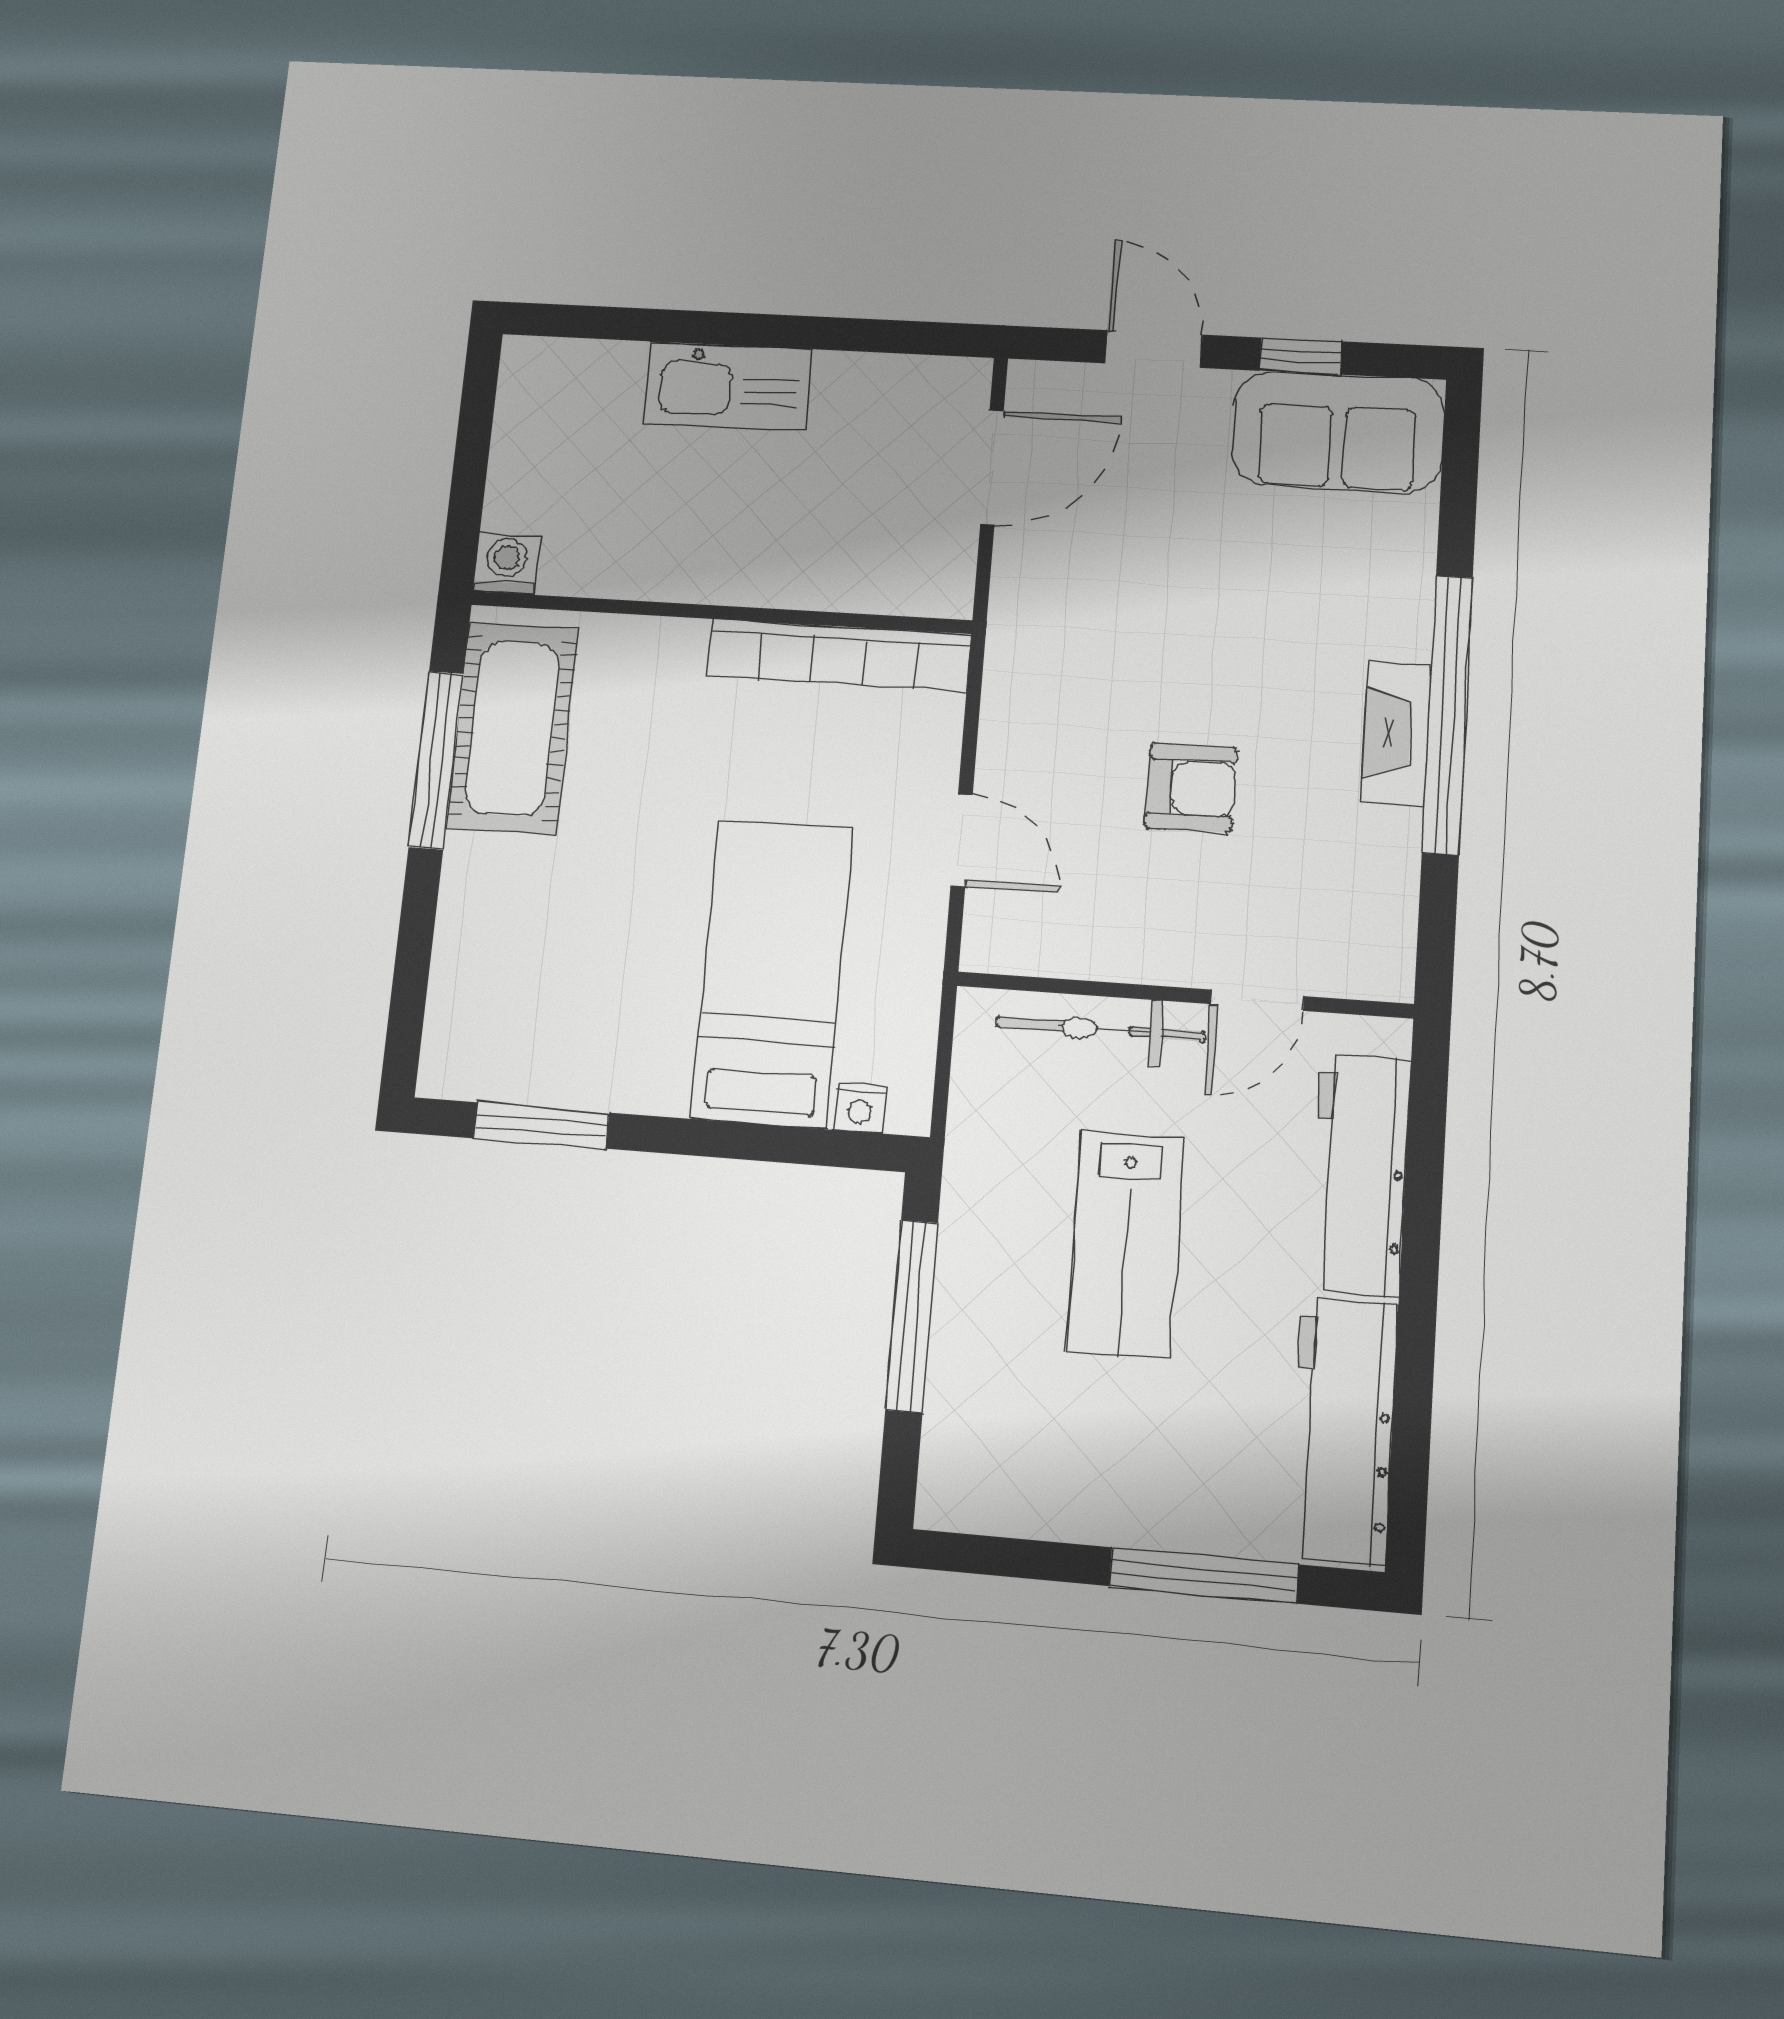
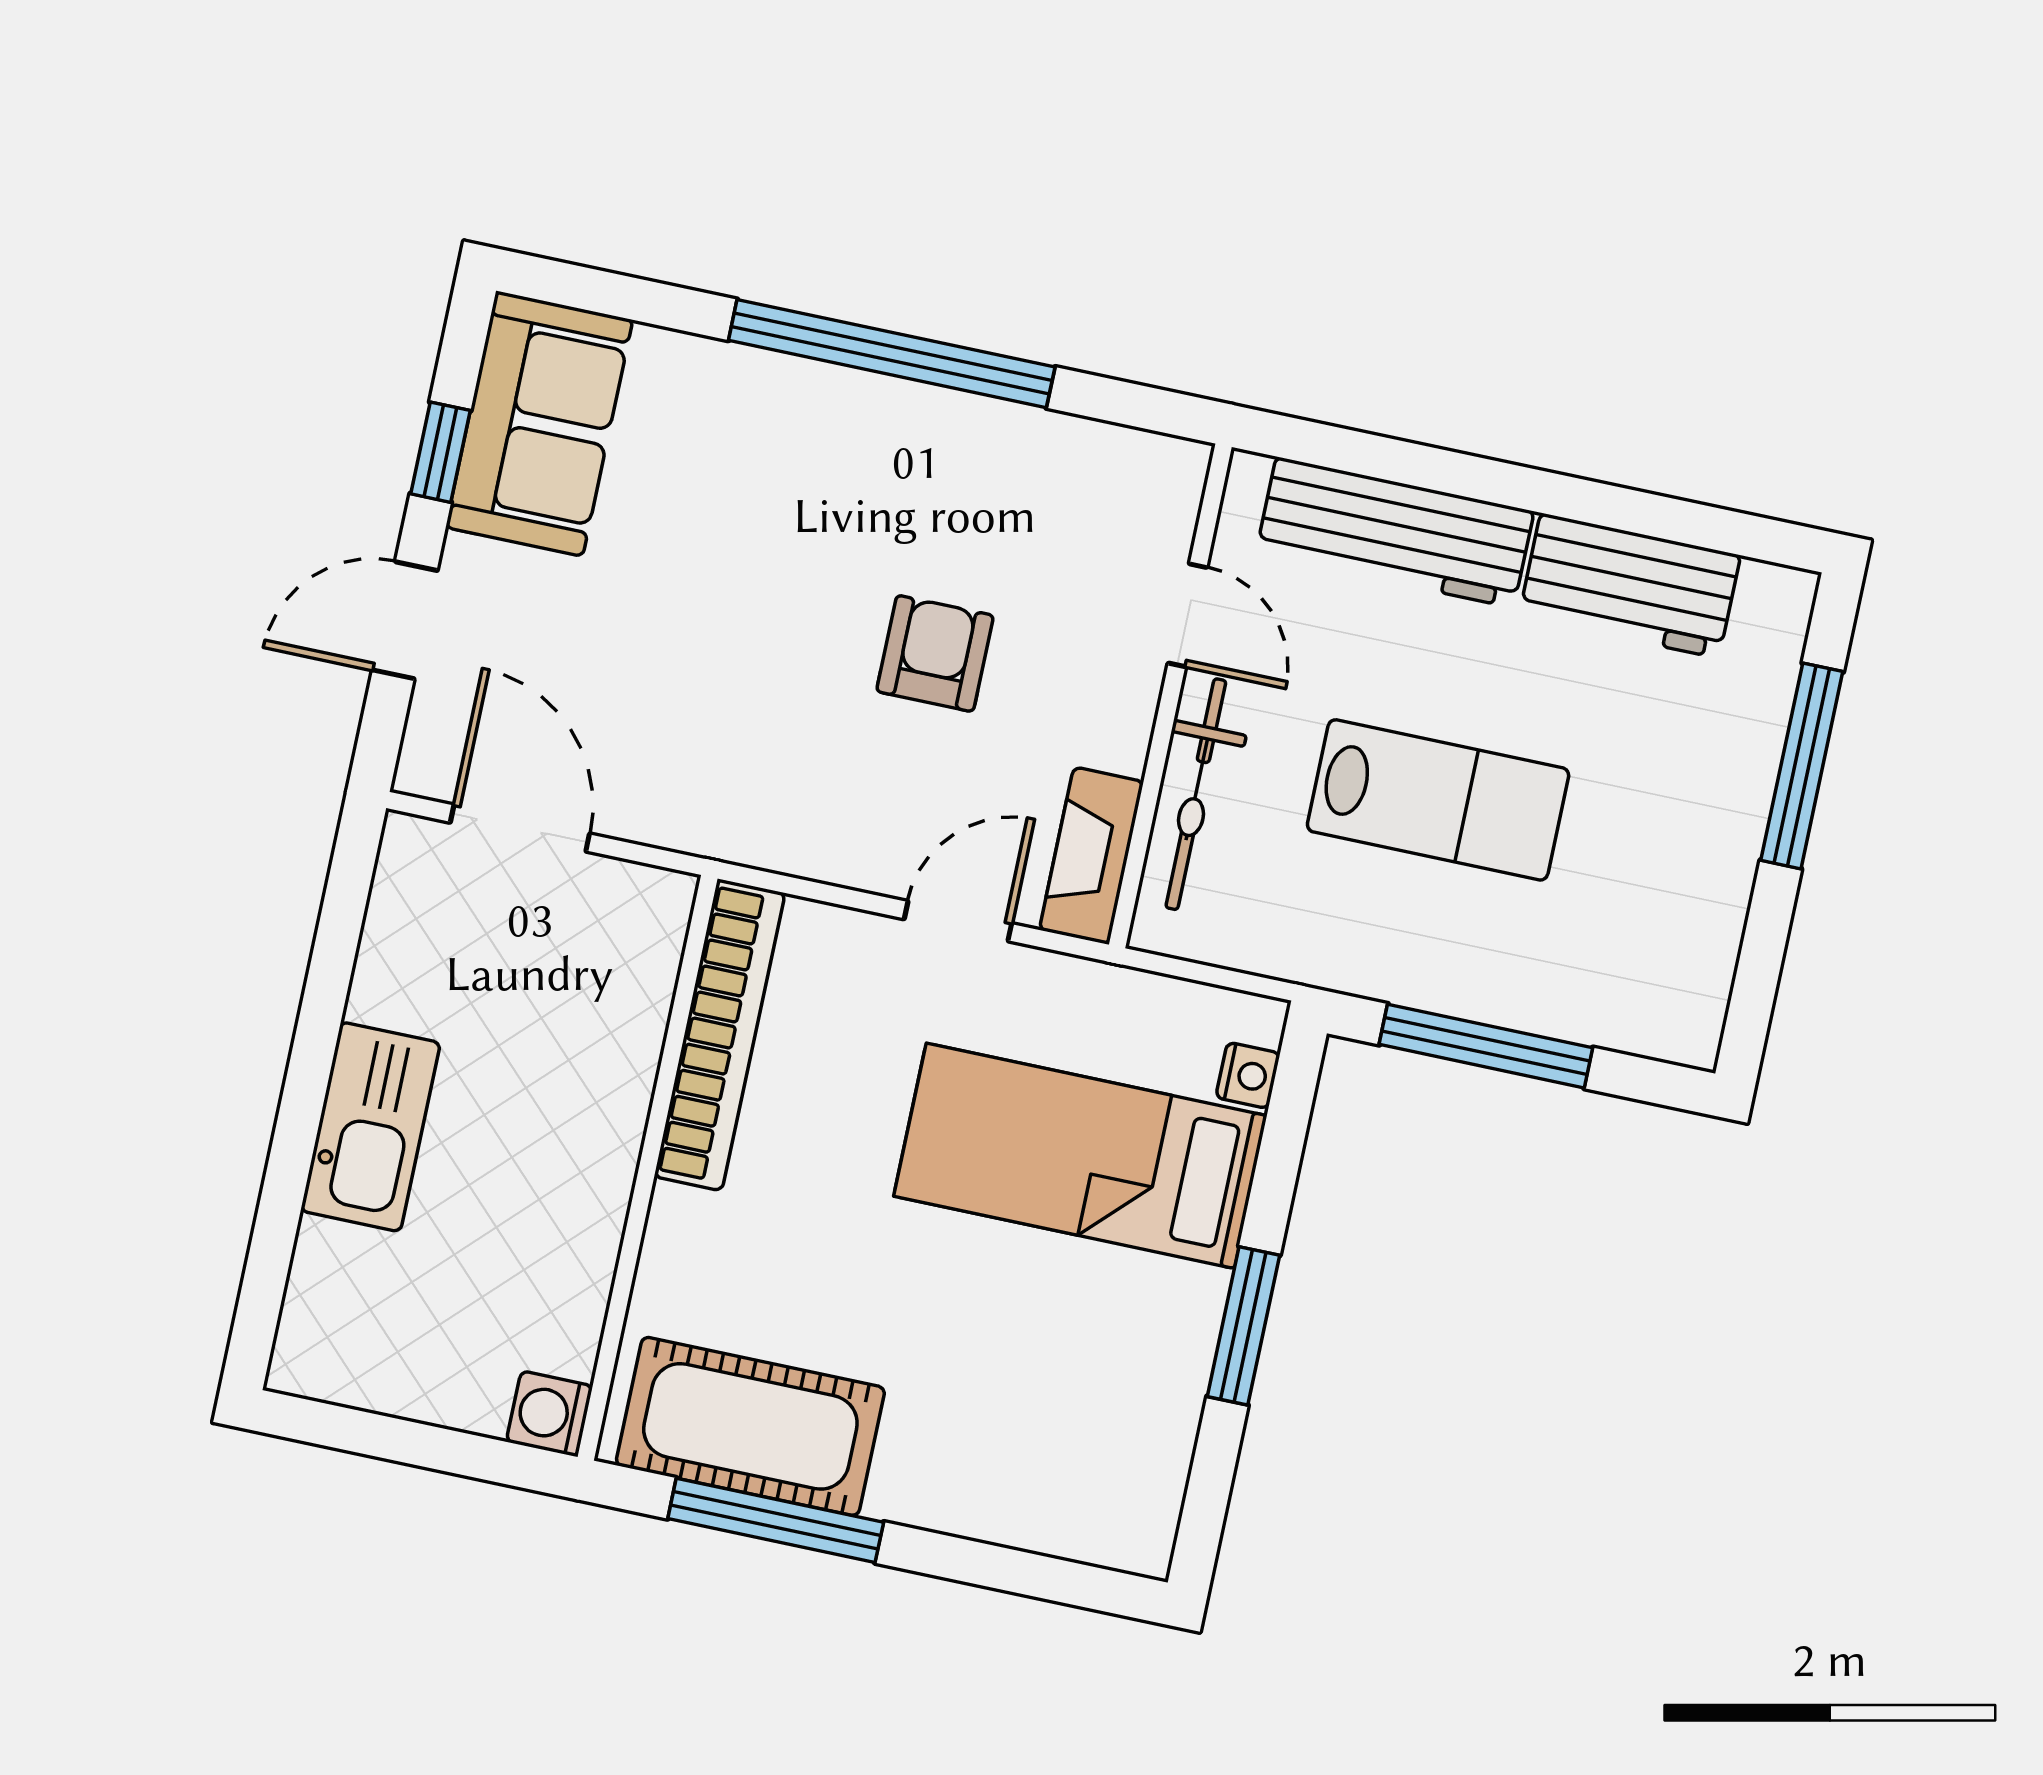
fireplace: (1396, 733) -> (1091, 856), moved, turned 90
window: (541, 1125) -> (1243, 1326), moved
workbench: (1343, 1430) -> (1630, 586), width x0.73

